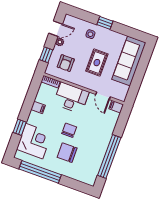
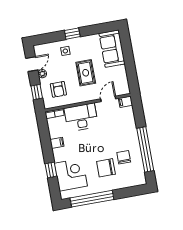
sofa: (129, 61) -> (112, 49), width x0.73
door: (103, 96) -> (108, 99), swing flipped
chair: (69, 130) -> (124, 157), moved

